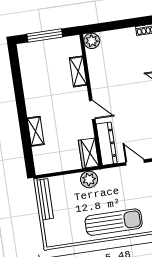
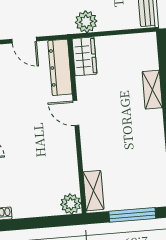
shelving: (78, 71) -> (93, 191), moved

